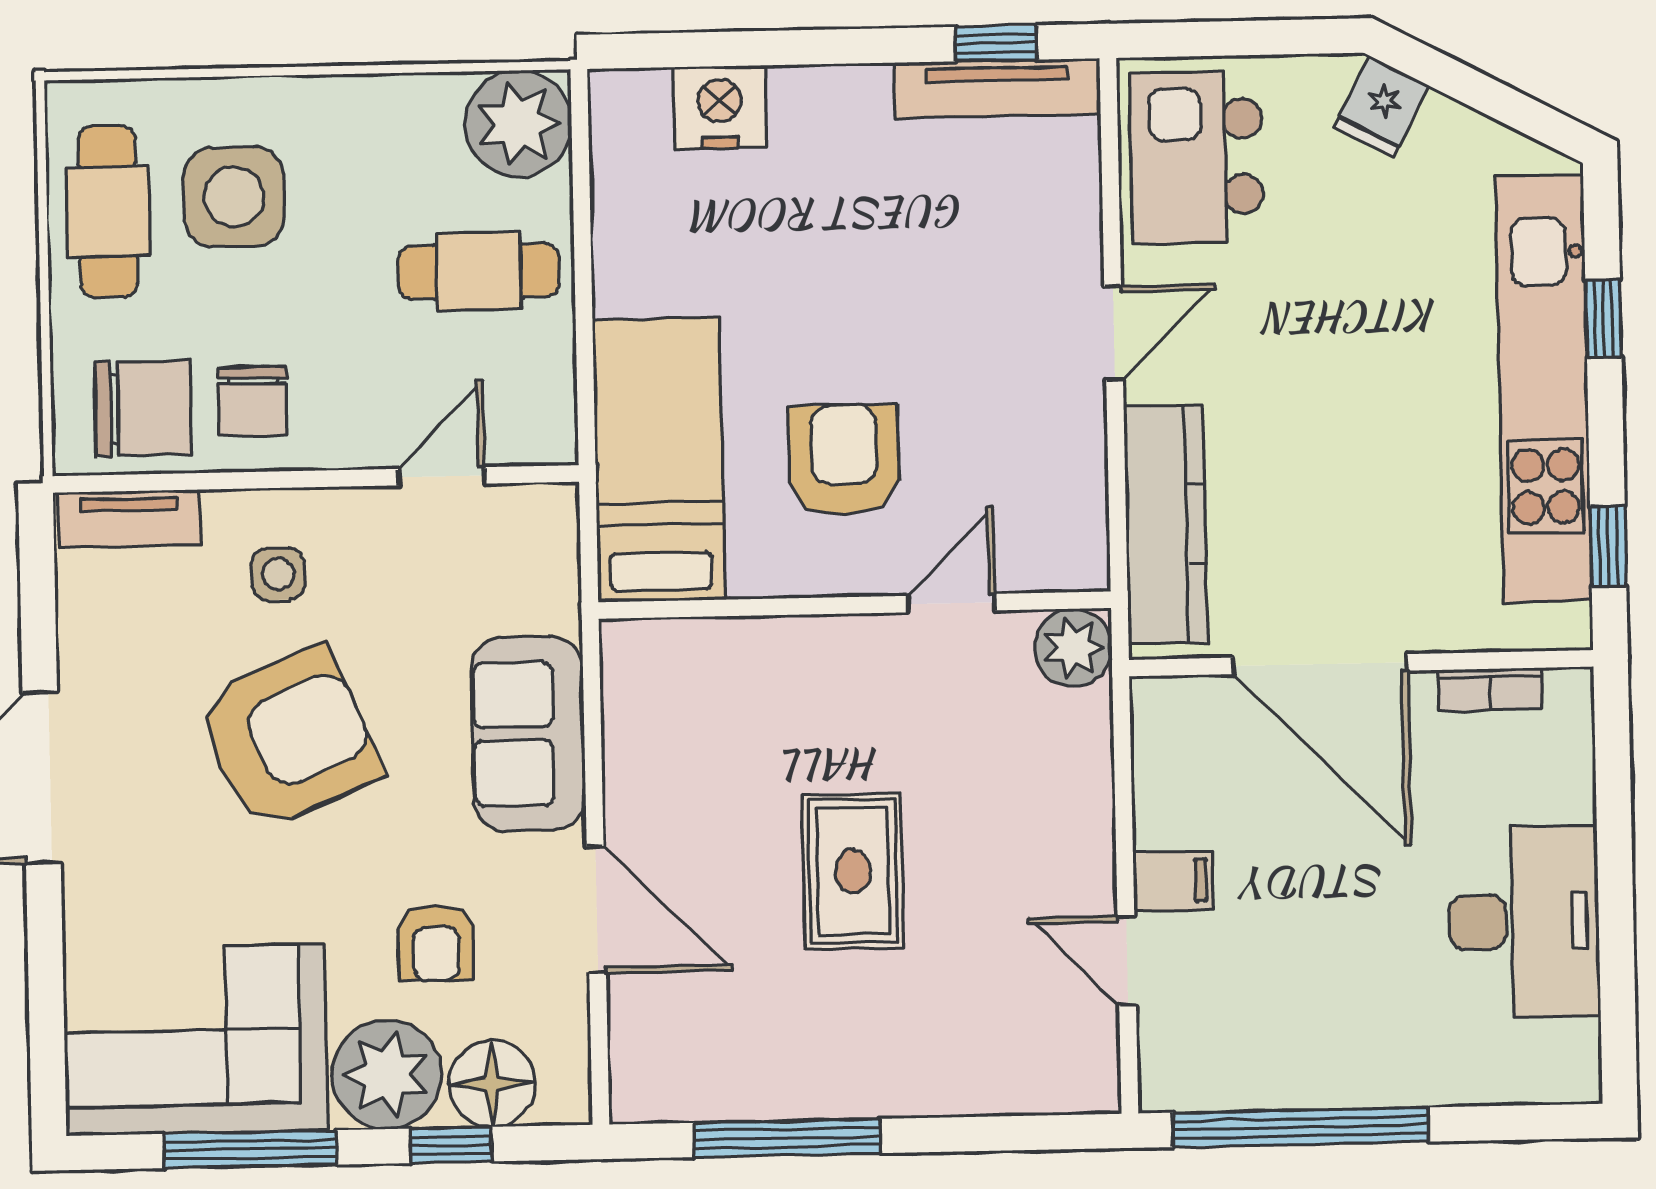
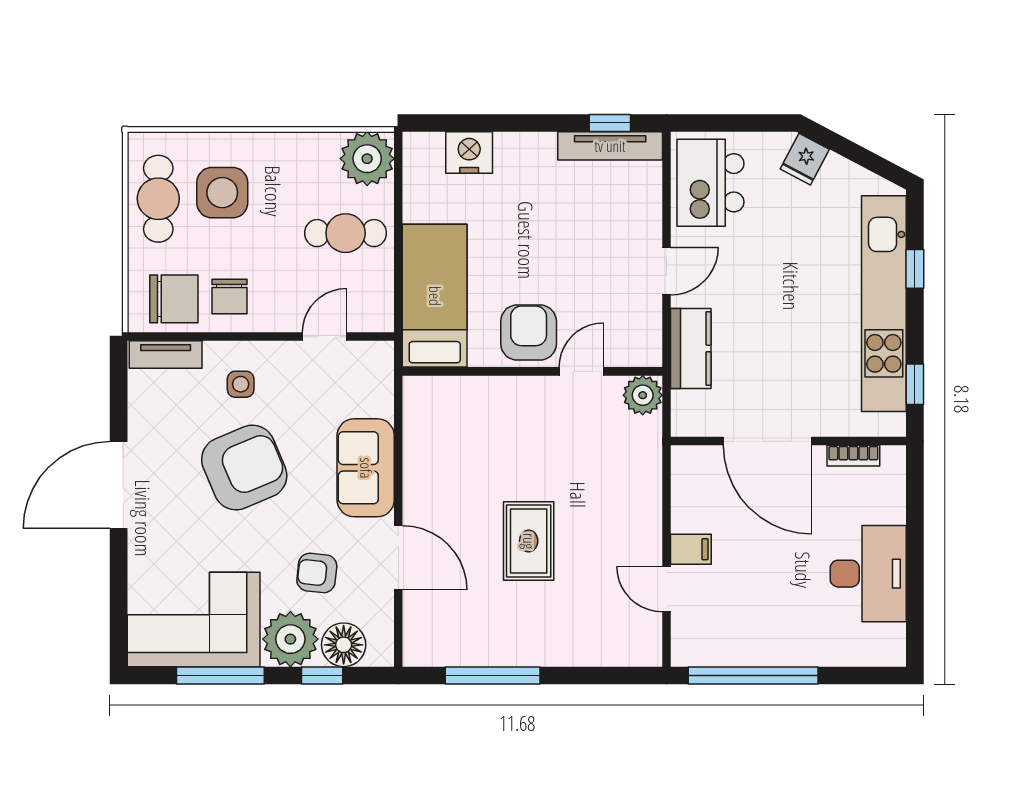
bed: (659, 460) -> (435, 296), moved
kitchen counter: (1165, 524) -> (691, 348), width x0.67
door: (951, 603) -> (581, 371), moved
wall: (855, 605) -> (532, 371), moved
plant: (1073, 648) -> (643, 395), moved
armchair: (436, 943) -> (317, 573), turned 96

